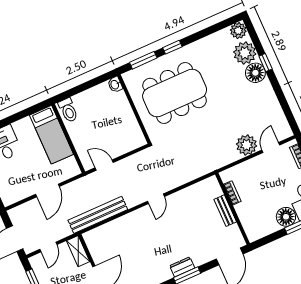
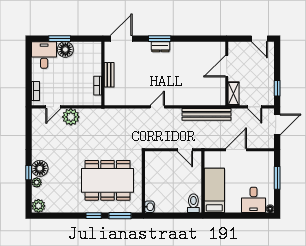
plant: (245, 53) -> (37, 182), width x0.53, depth x0.53
door: (48, 247) -> (255, 107), swing flipped

